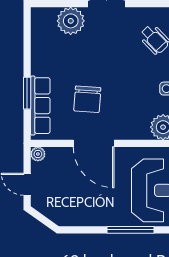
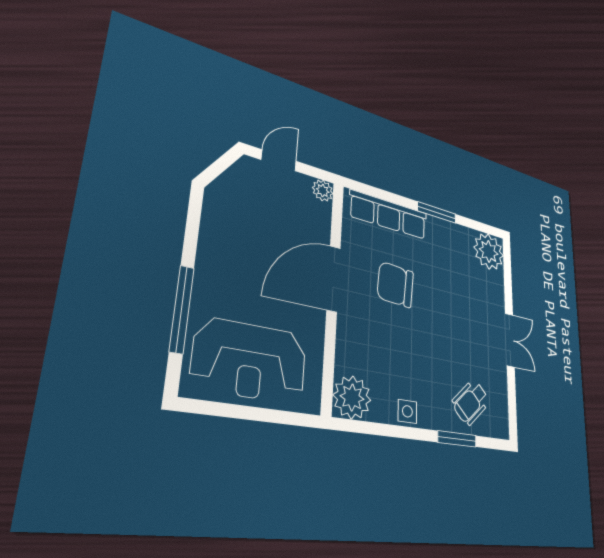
plant: (71, 21) -> (489, 251), moved
window: (27, 93) -> (437, 212), moved

